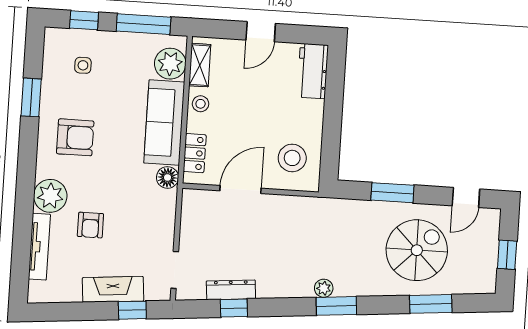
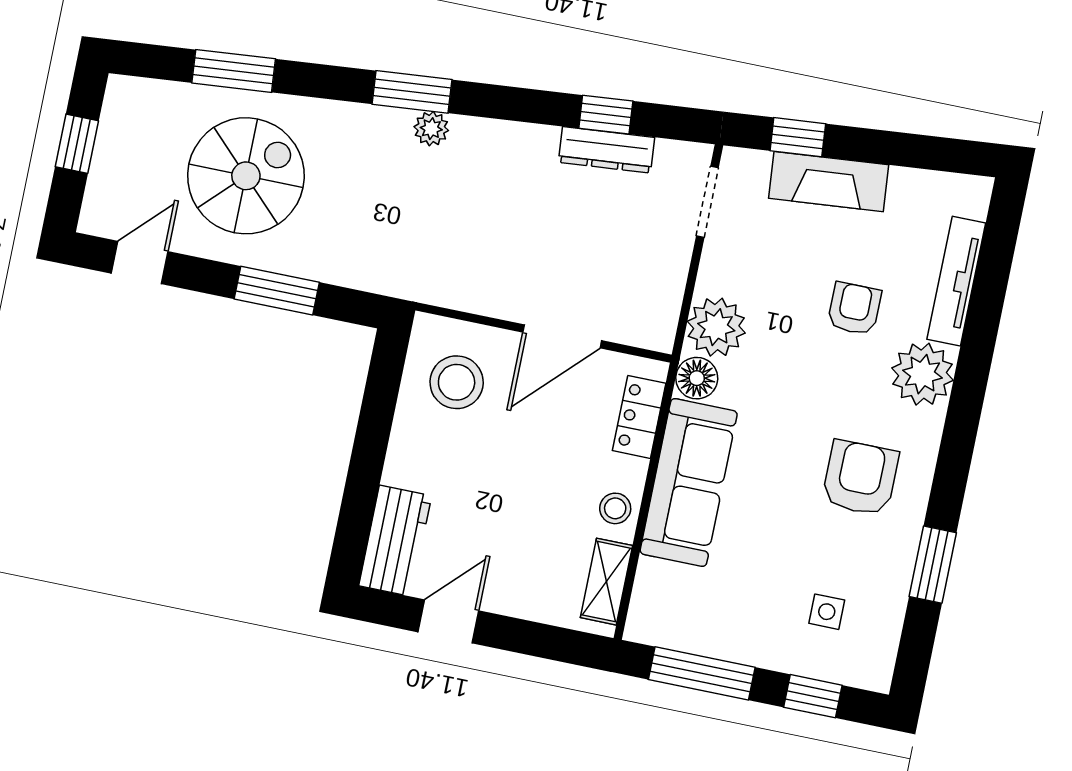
door: (261, 32) -> (448, 621), moved
plant: (170, 64) -> (716, 327), moved
armchair: (75, 137) -> (860, 478), turned 90
spiral stairs: (417, 250) -> (246, 176), turned 180

